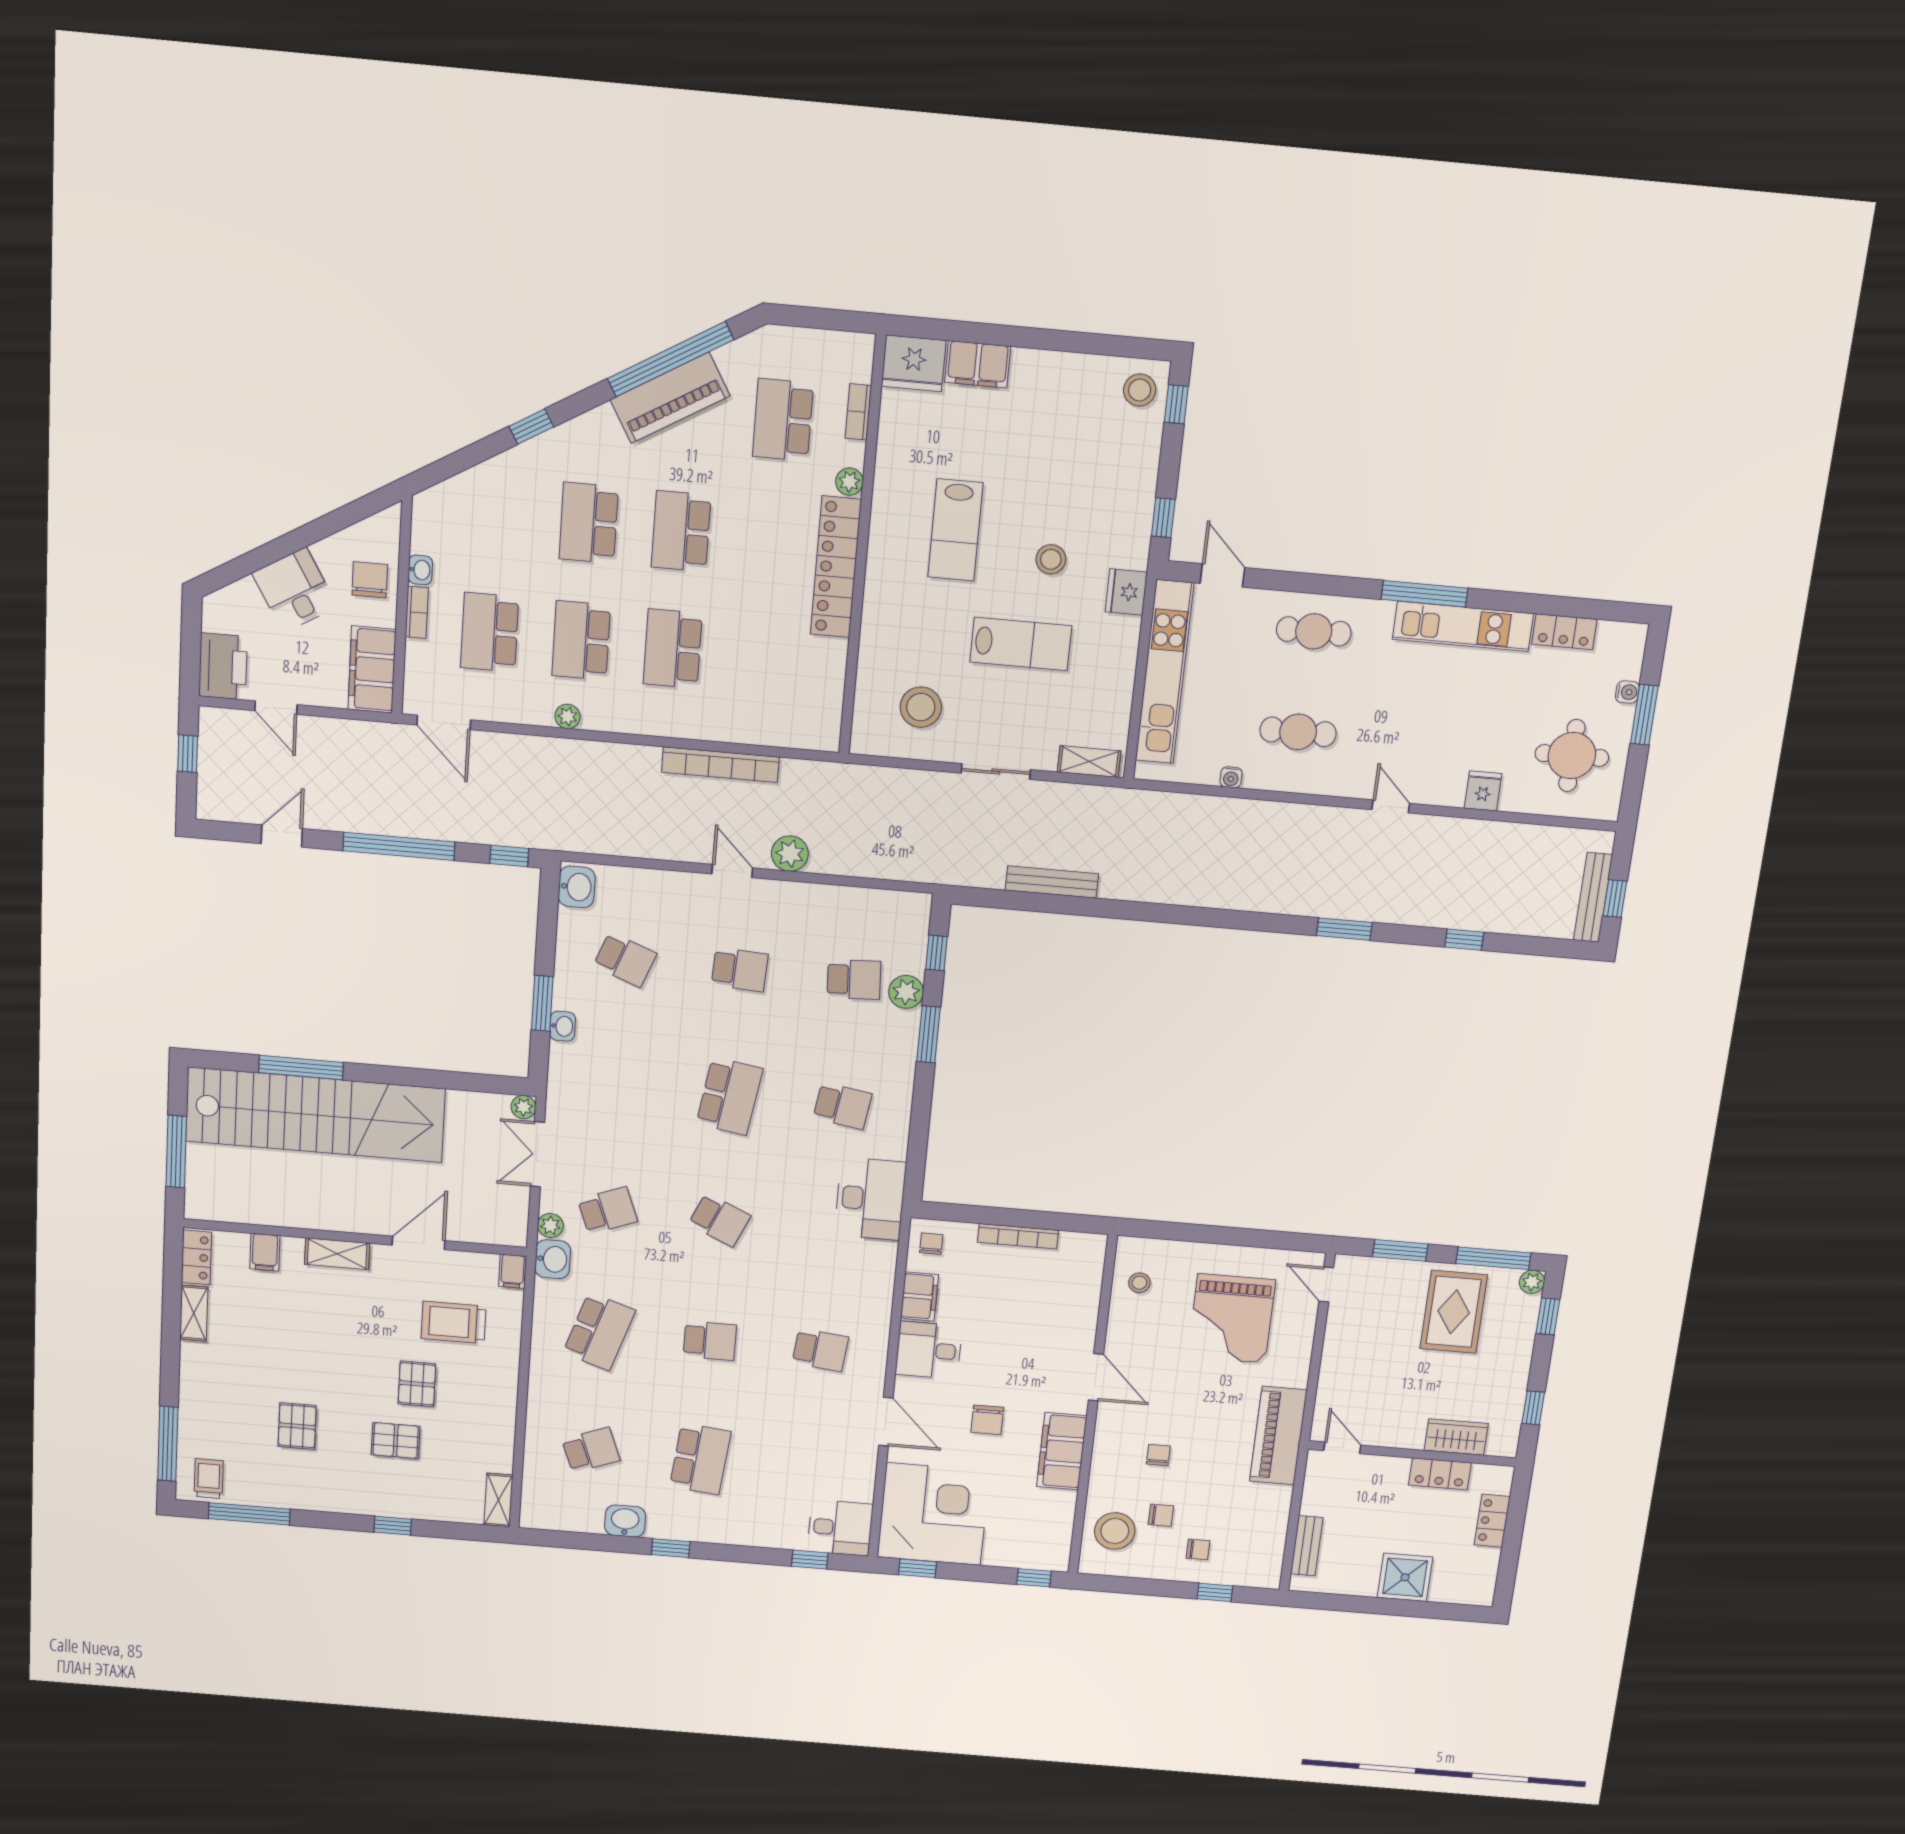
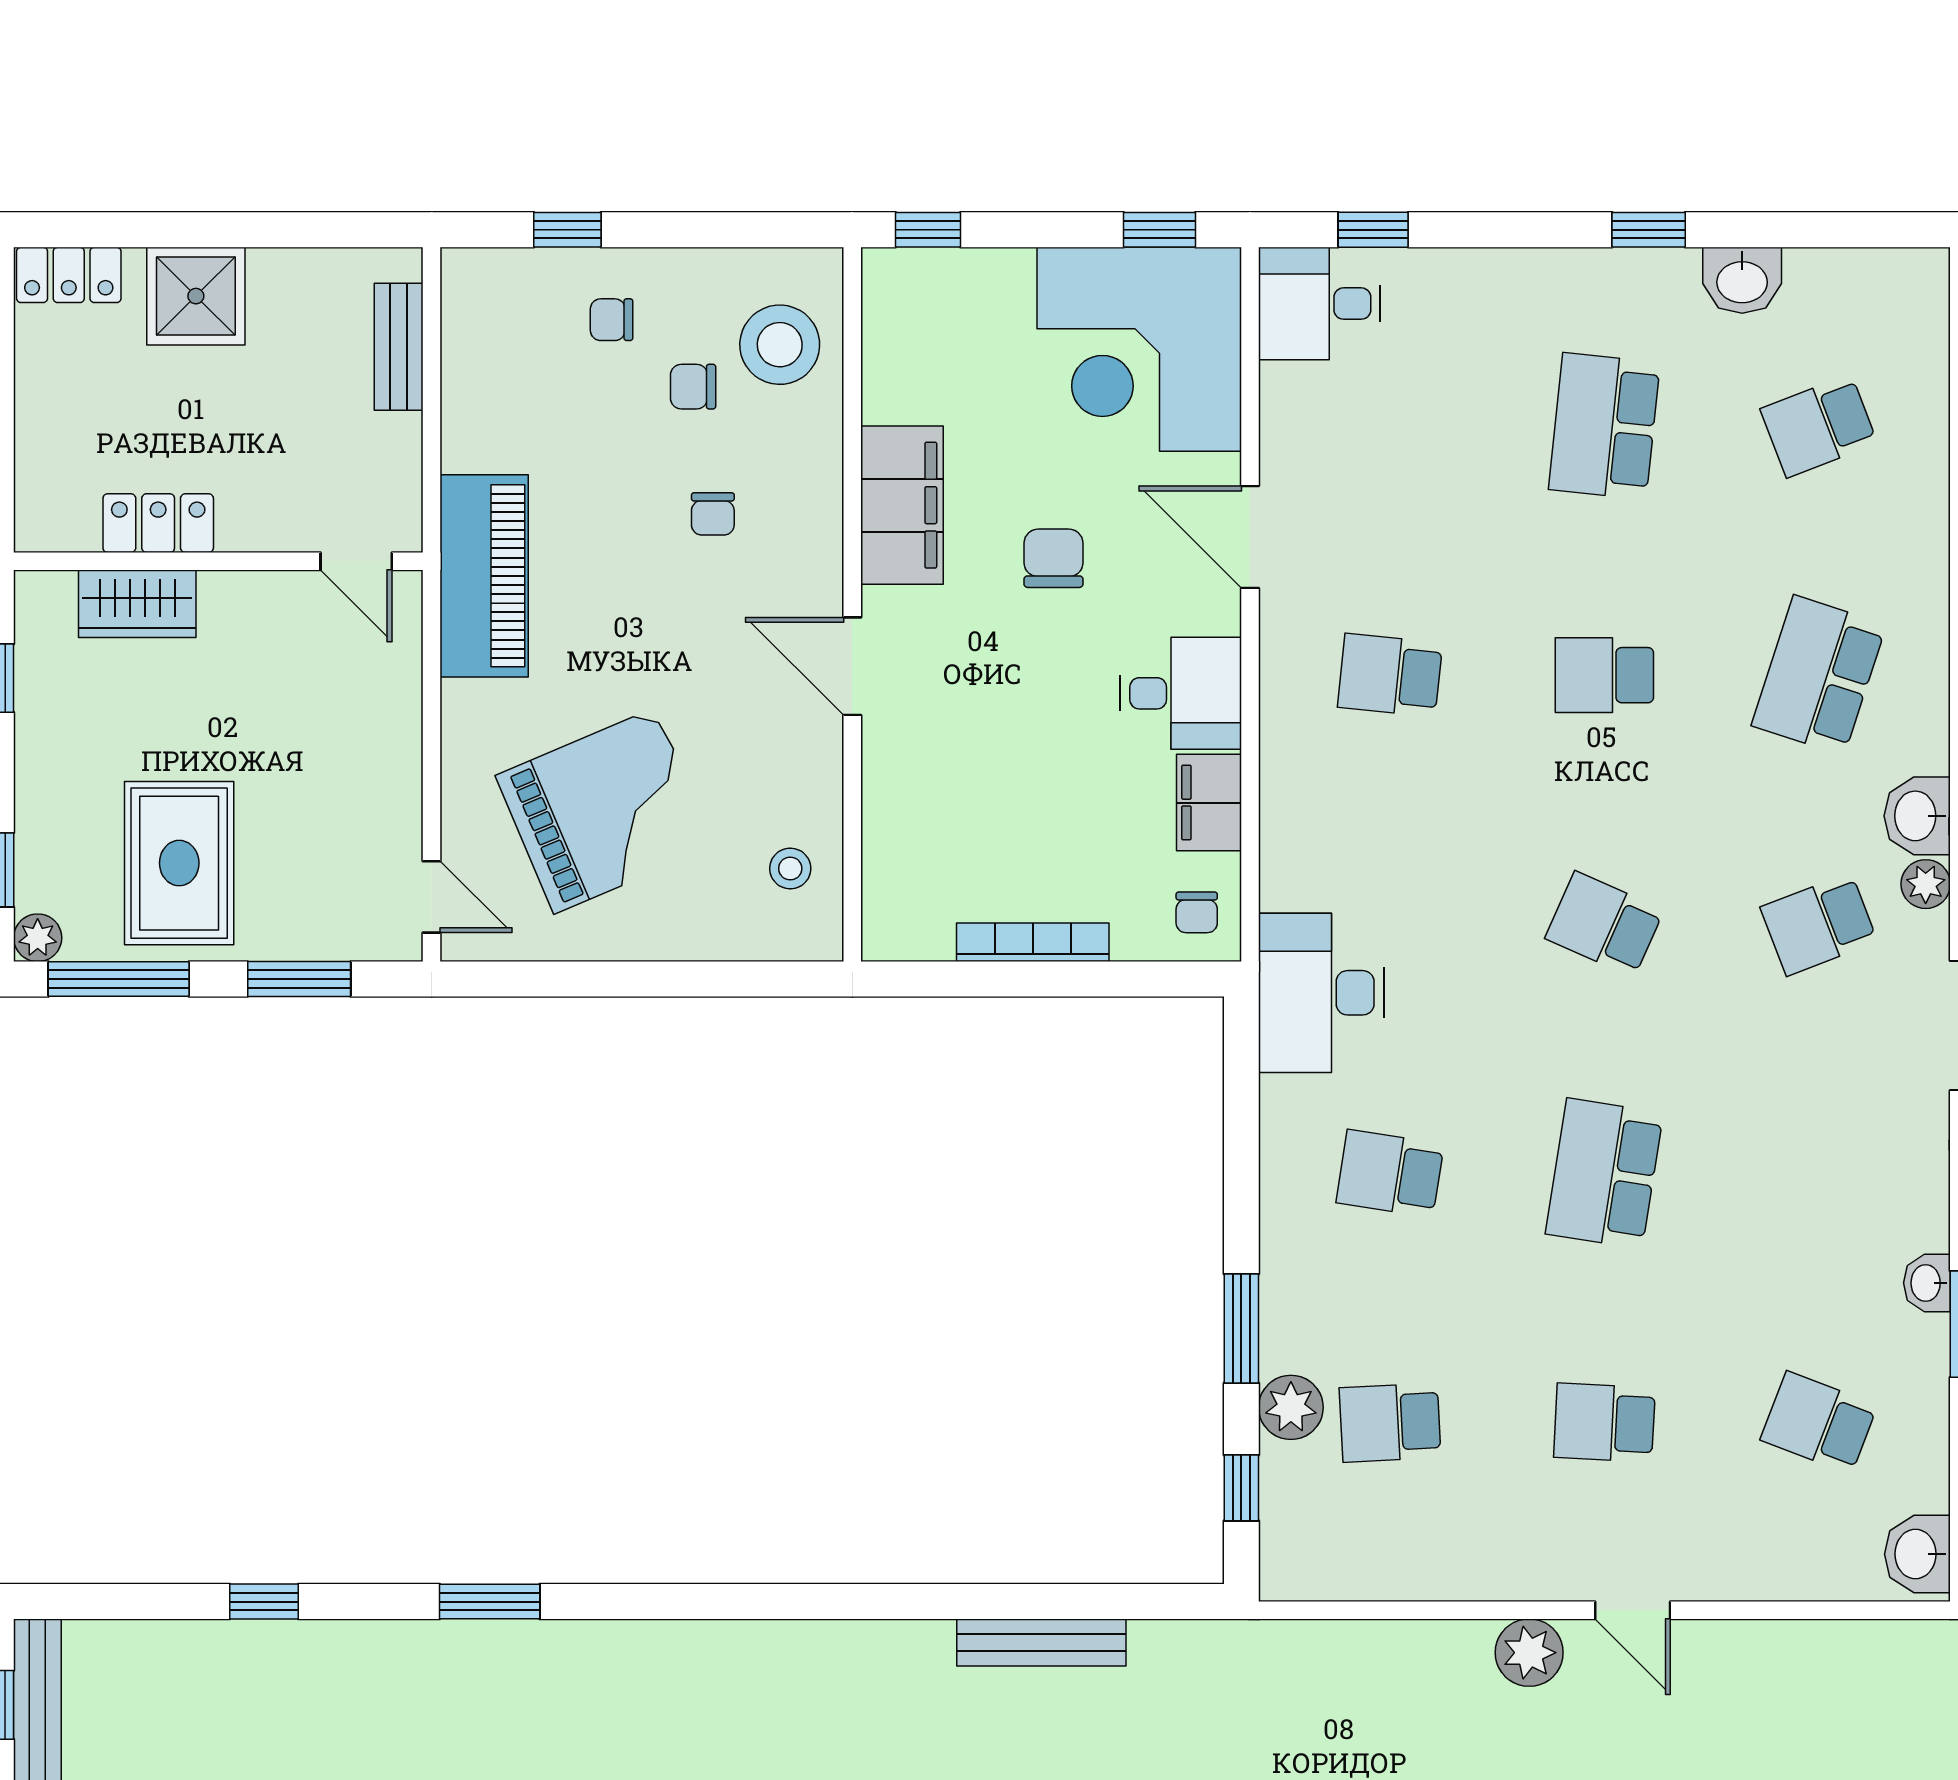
grand piano: (1231, 1319) -> (605, 811), turned 67
locker: (1492, 1521) -> (69, 275), moved, turned 90

